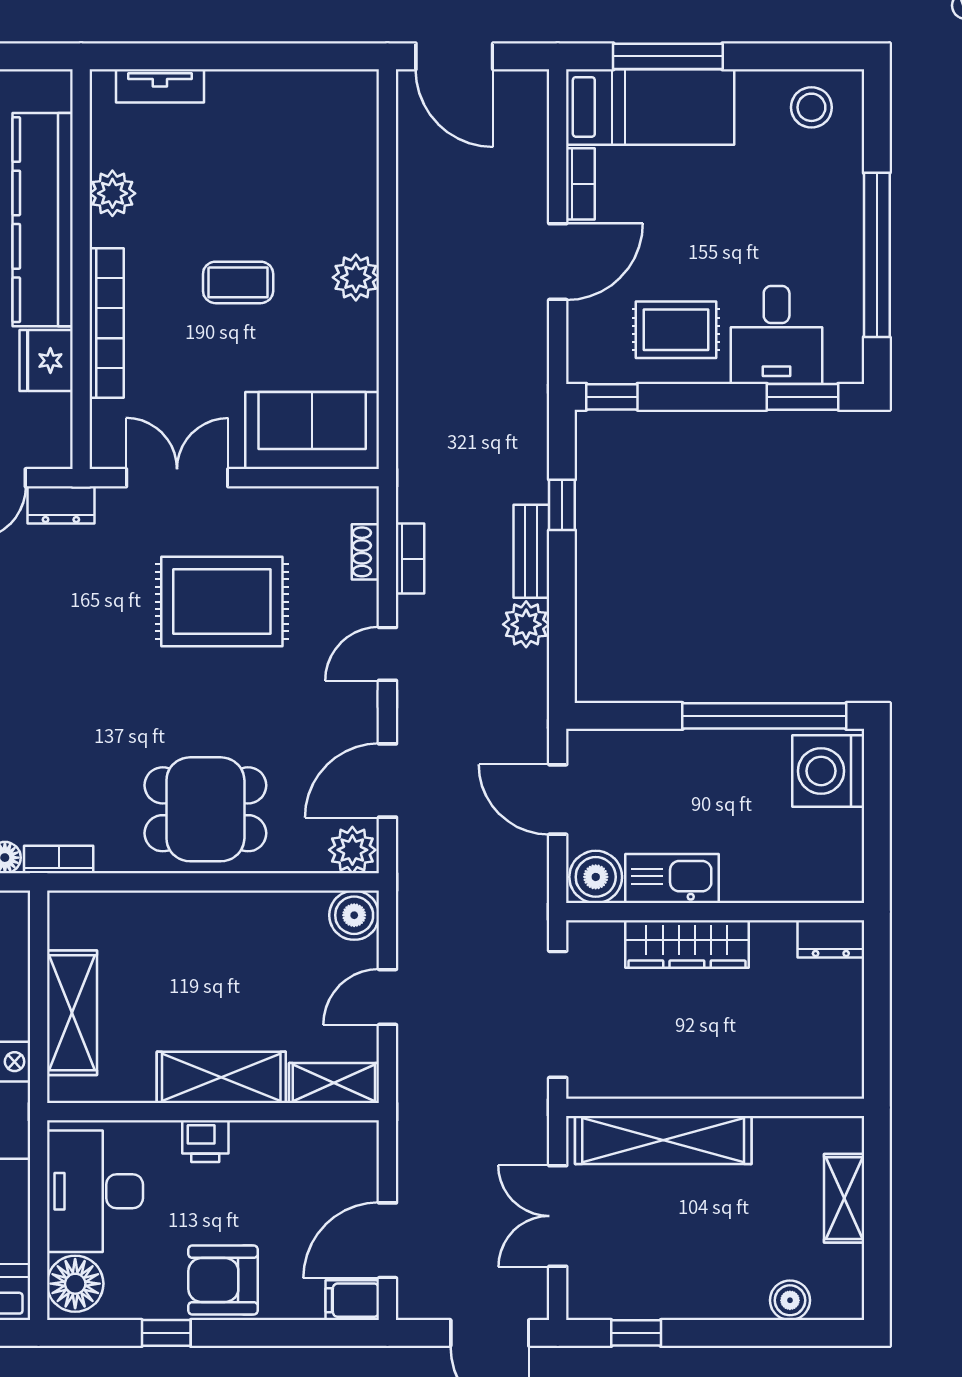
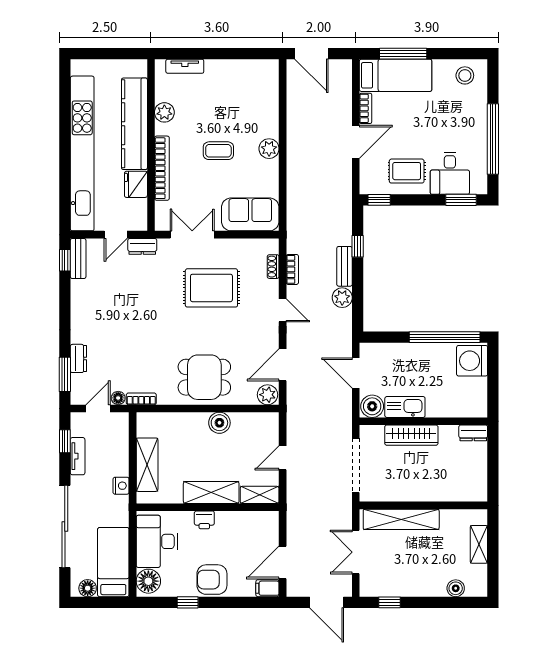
door: (387, 654) -> (283, 310), swing flipped
boiler: (354, 915) -> (219, 423), moved

